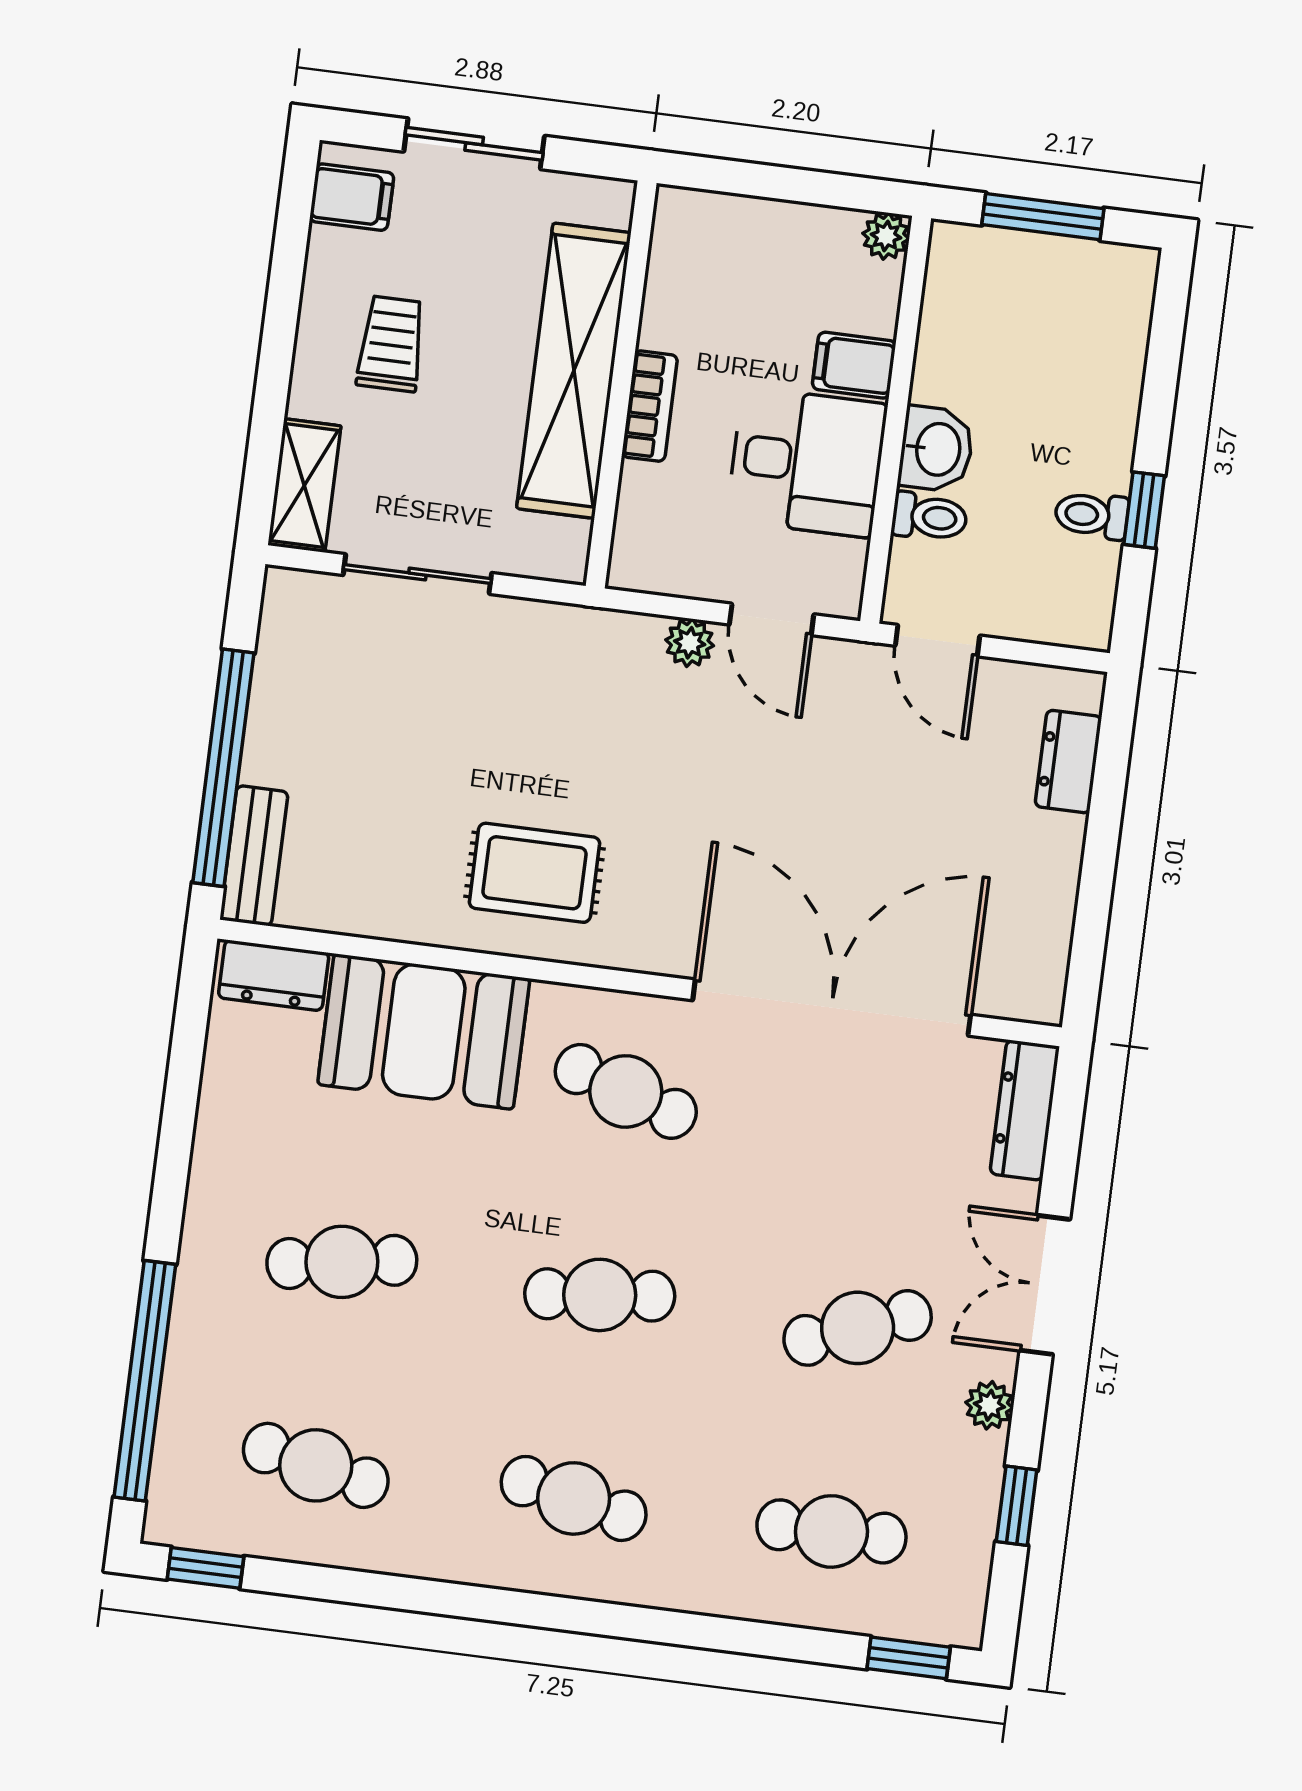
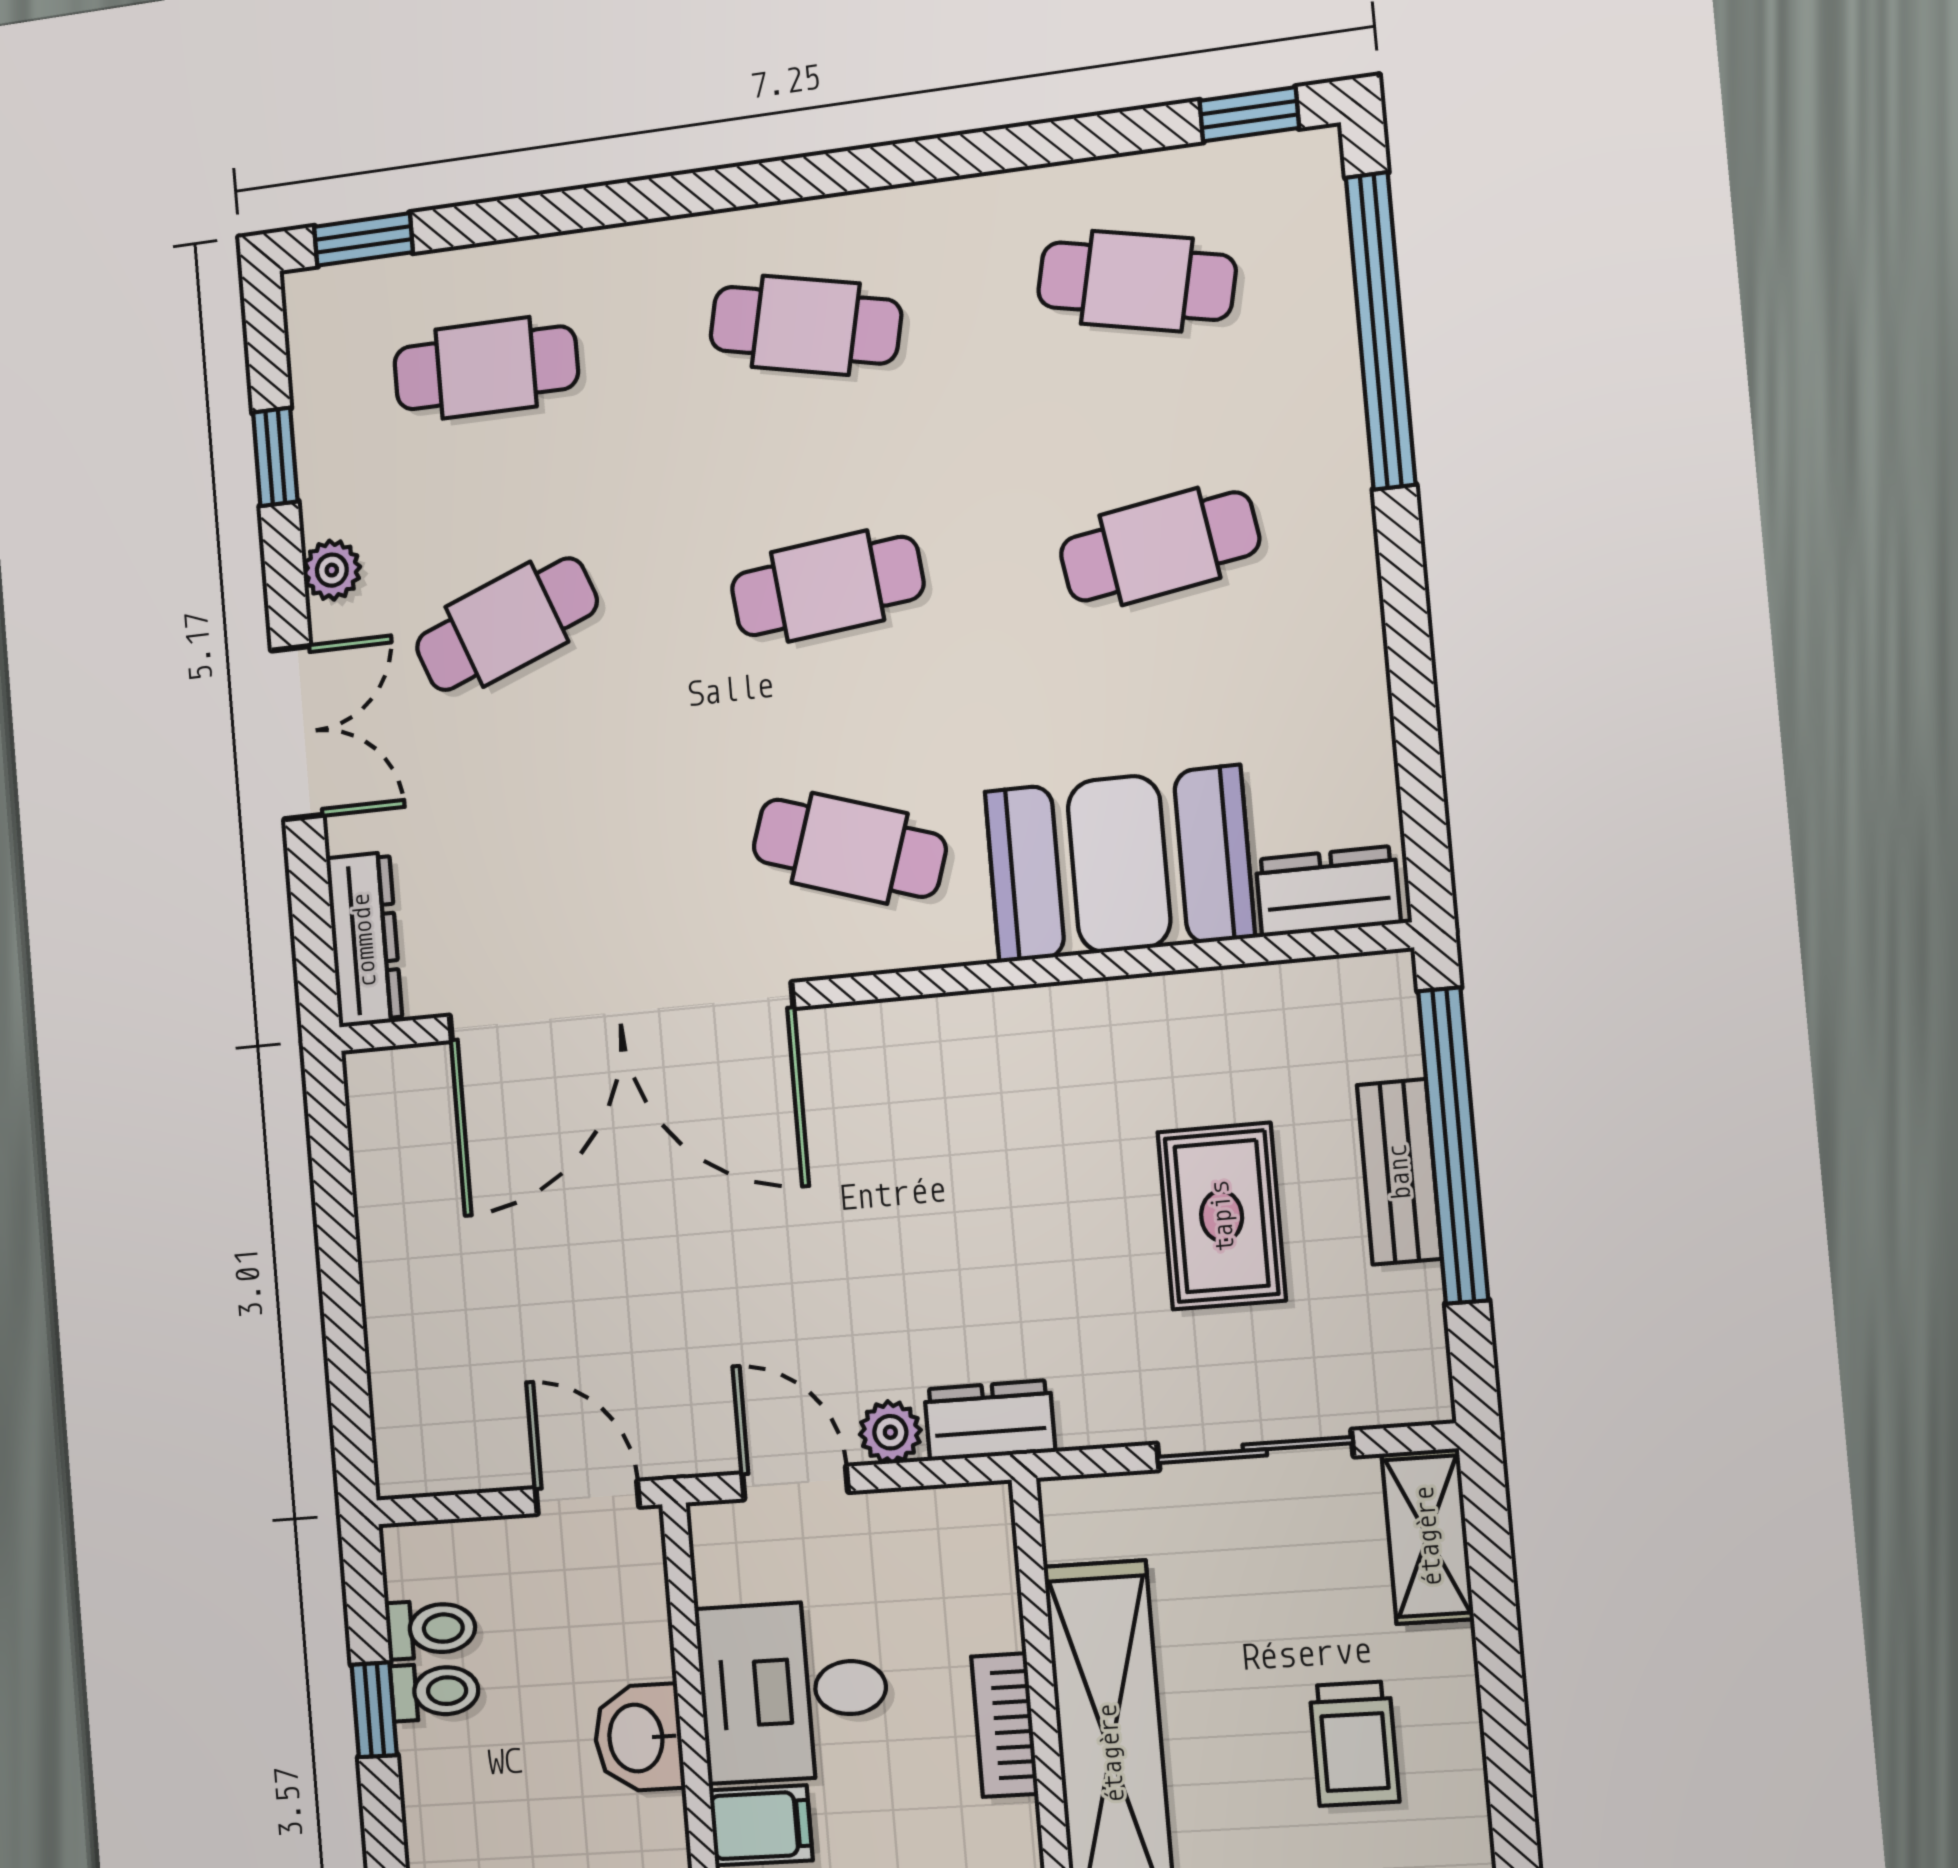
toilet: (930, 517) -> (431, 1629), moved, turned 180
dresser: (1068, 762) -> (990, 1420), moved, turned -90
bench: (254, 856) -> (1399, 1172), moved
rug: (534, 873) -> (1222, 1216), moved, turned 90

